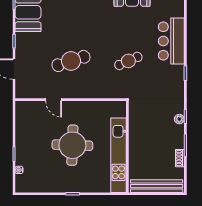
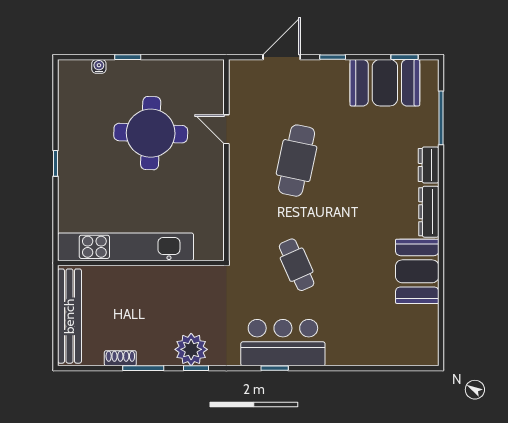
bar counter: (171, 41) -> (283, 343), moved
cafe table: (71, 61) -> (297, 161), turned 30
door: (54, 100) -> (226, 129), hinge flipped
plant: (179, 119) -> (191, 349), width x1.87, depth x1.87
round table: (72, 145) -> (151, 133), moved

